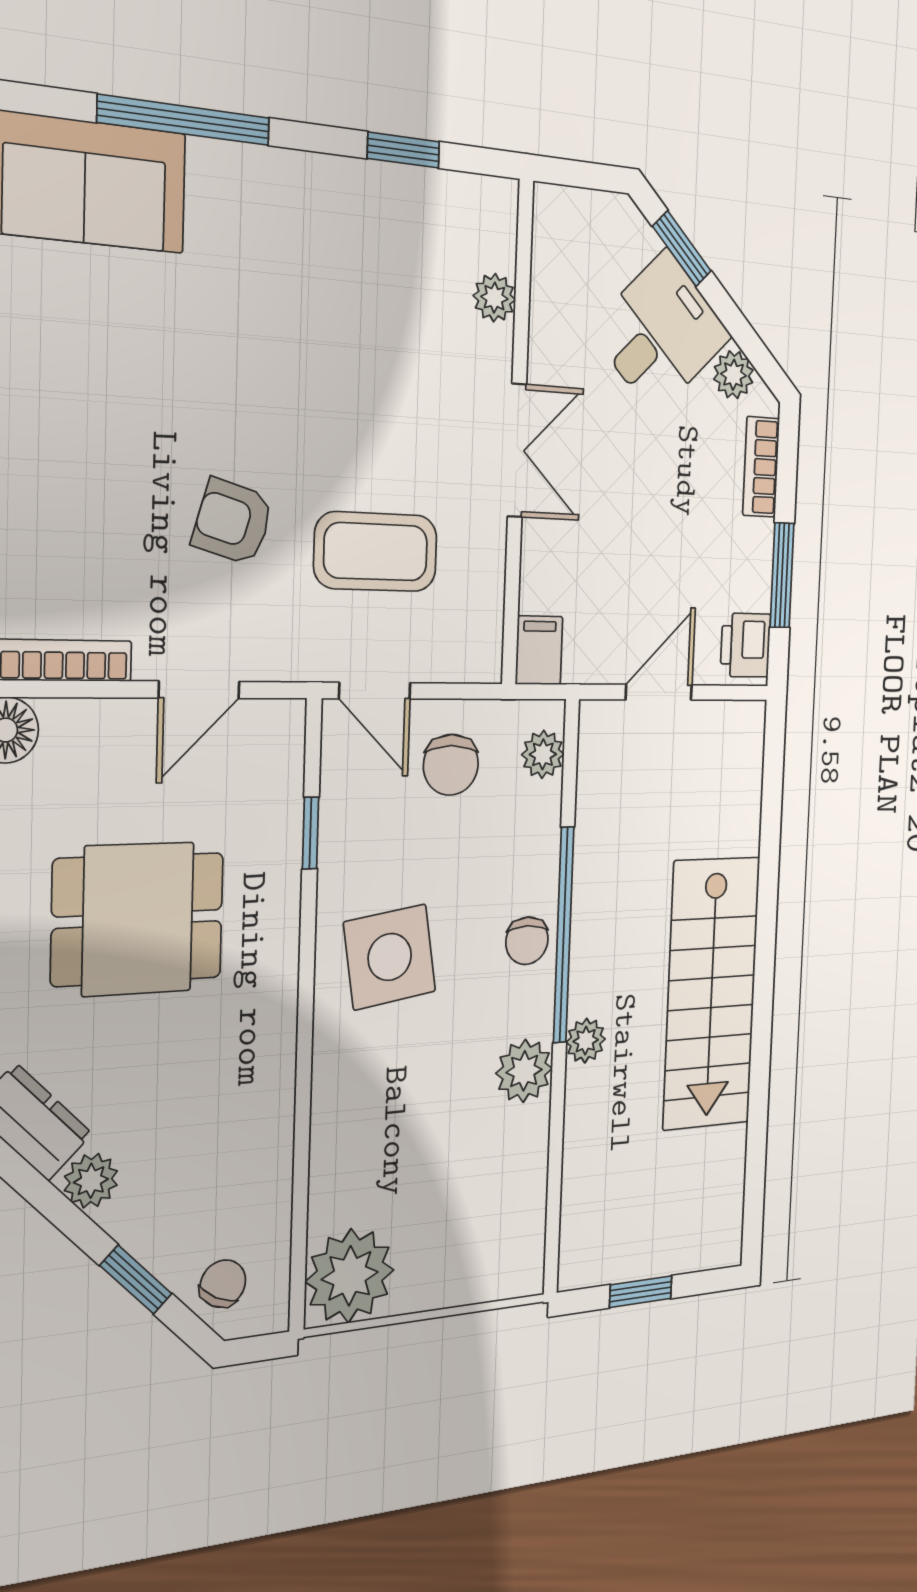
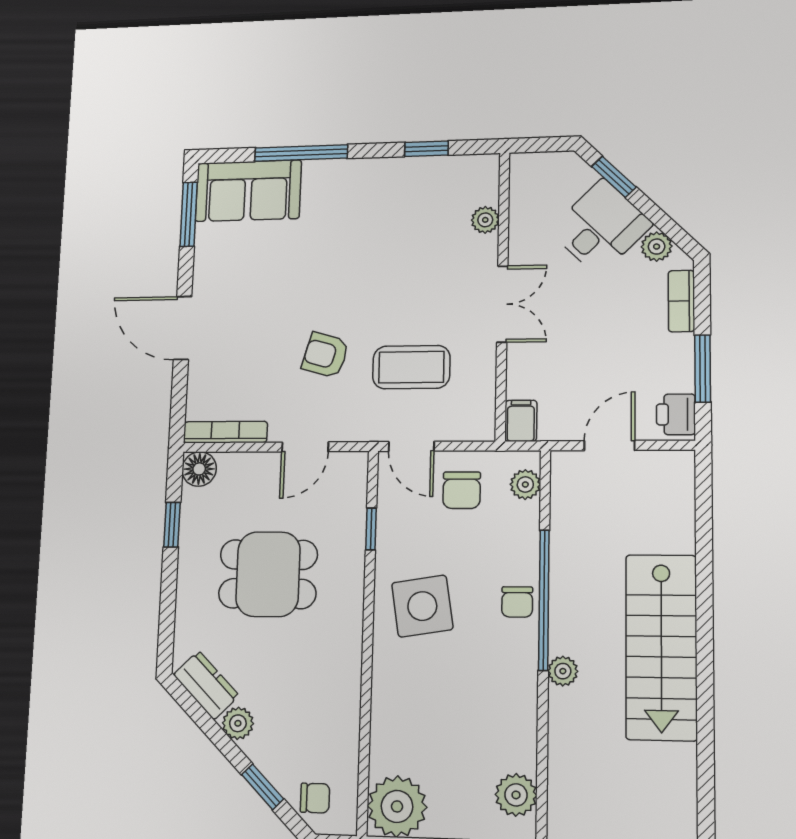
plant: (524, 1071) -> (516, 795), moved
chair: (223, 1284) -> (315, 798), turned 63

